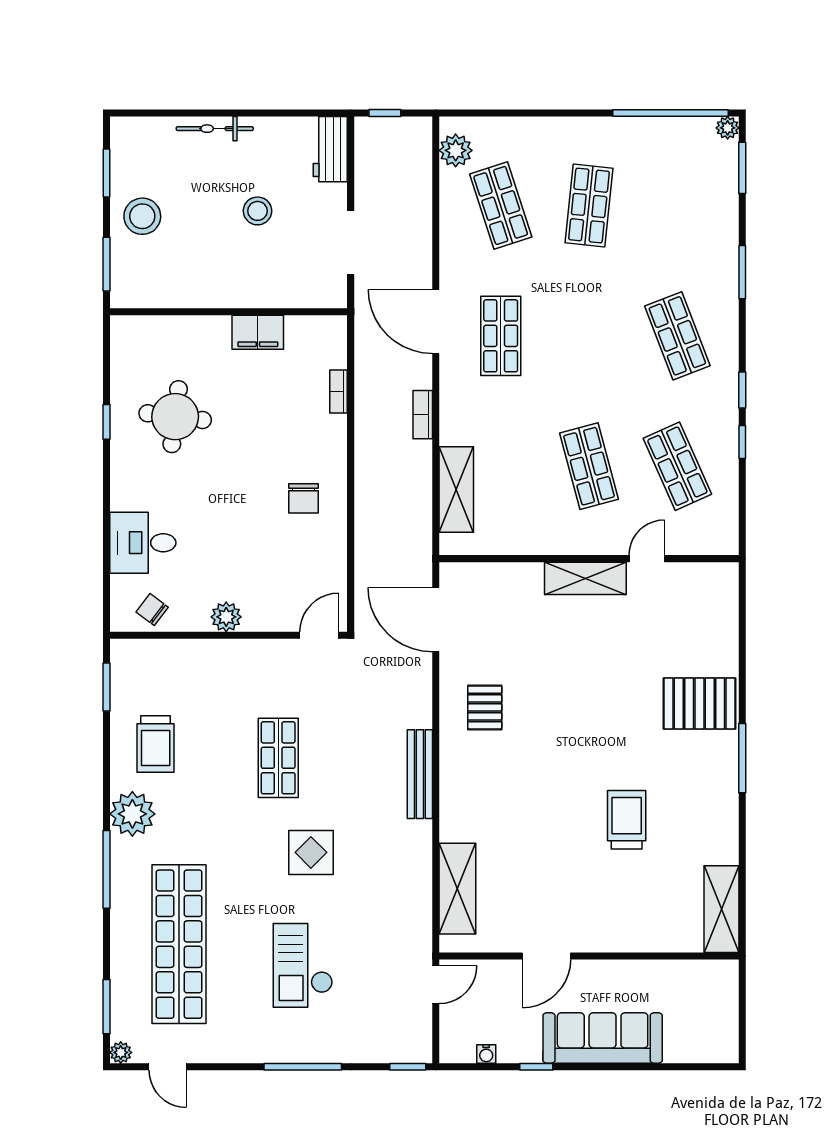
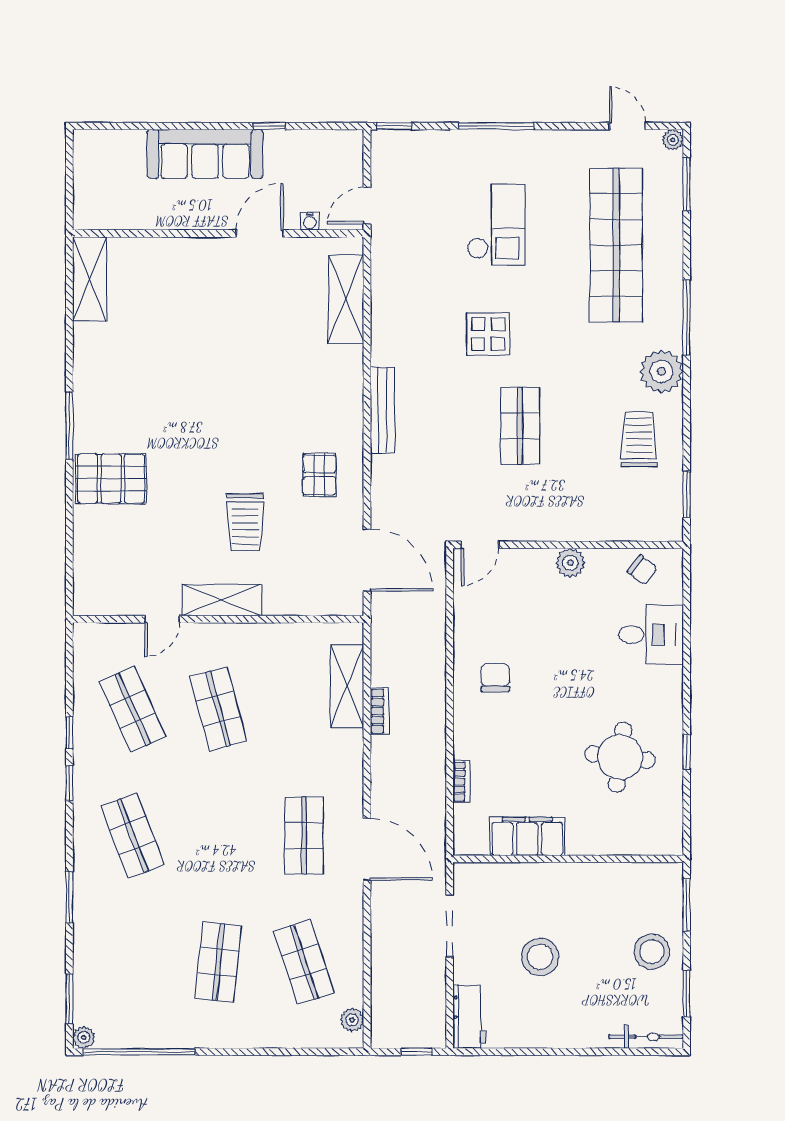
bicycle: (215, 129) -> (646, 1037), moved
plant: (456, 150) -> (352, 1020), width x0.73, depth x0.73
stool: (258, 211) -> (540, 957), width x1.38, depth x1.38
filing cabinet: (258, 332) -> (527, 836), width x1.50, depth x1.17
bookcase: (423, 415) -> (380, 711), moved
trolley: (627, 820) -> (245, 522), moved
water cooler: (486, 1054) -> (310, 221), moved, turned 180

